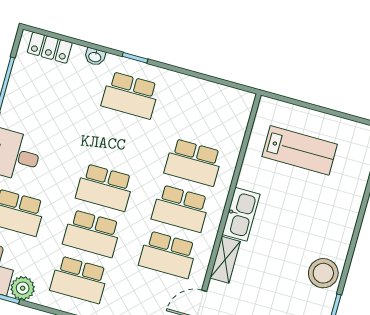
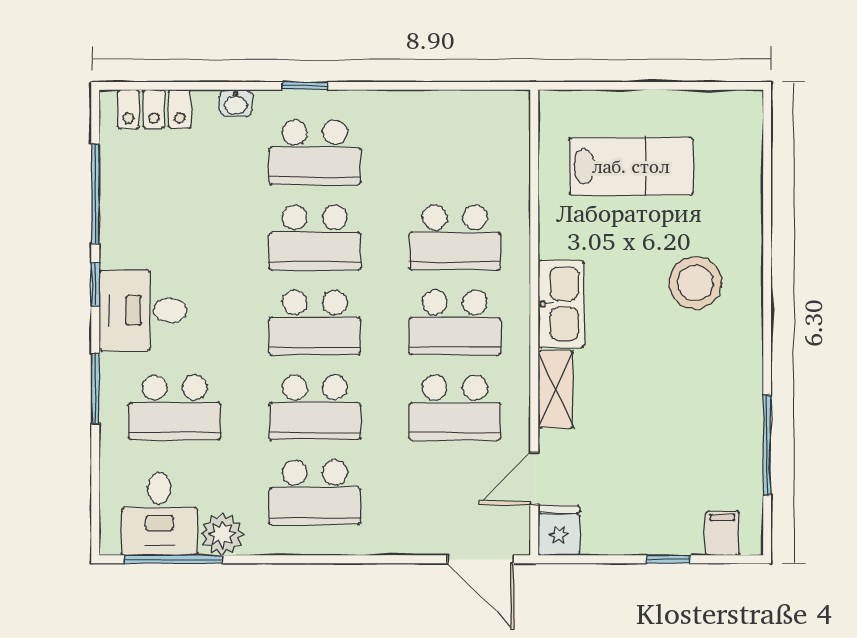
school desk: (118, 141) -> (315, 238), added
stool: (323, 273) -> (695, 283), moved

